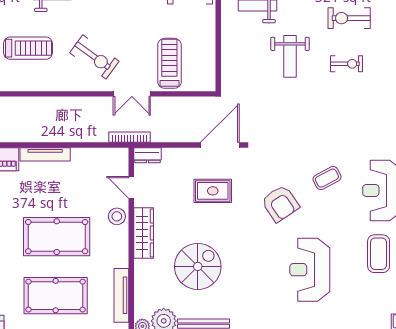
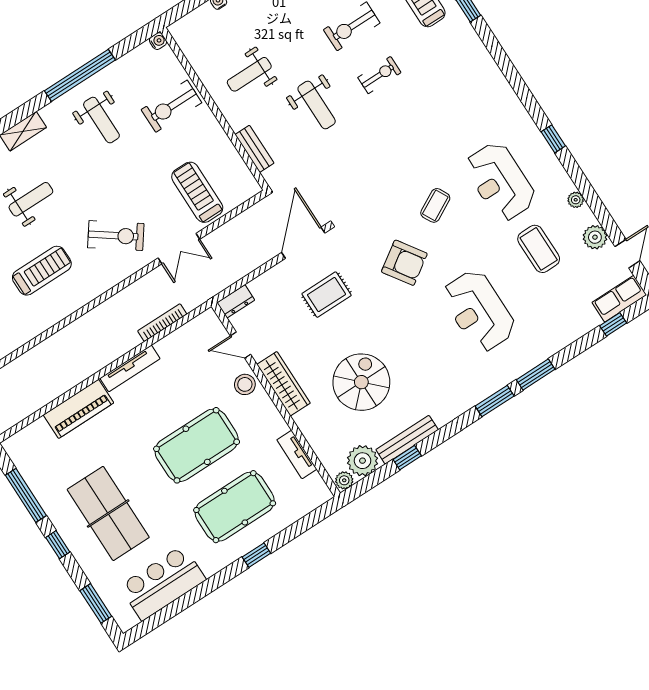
bench: (228, 59) -> (254, 149), added
bookcase: (129, 137) -> (162, 323), moved
tv unit: (121, 295) -> (297, 455), width x0.71

